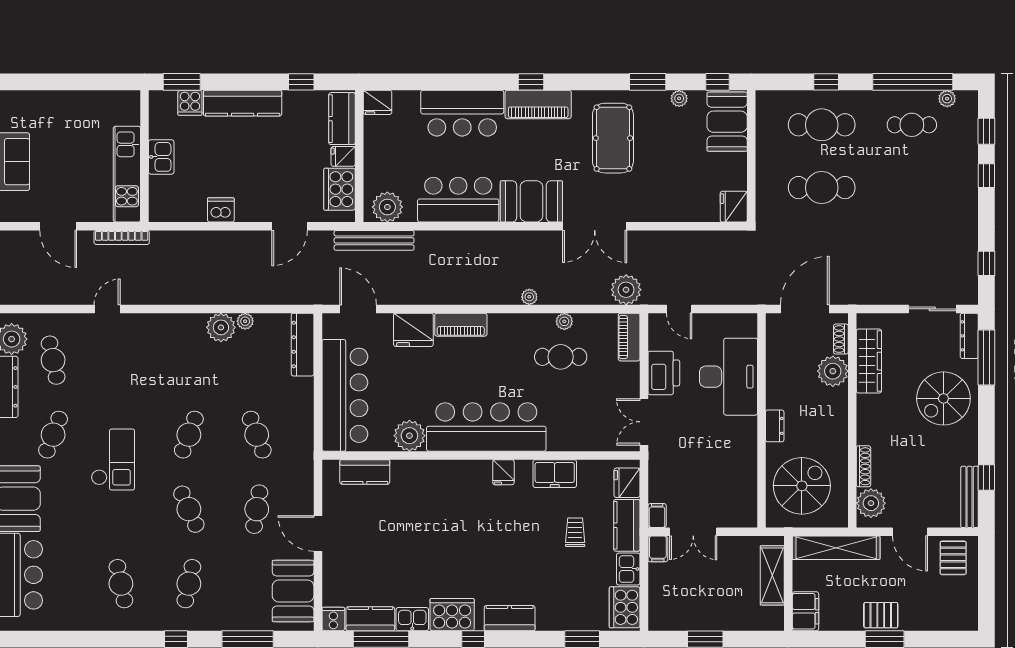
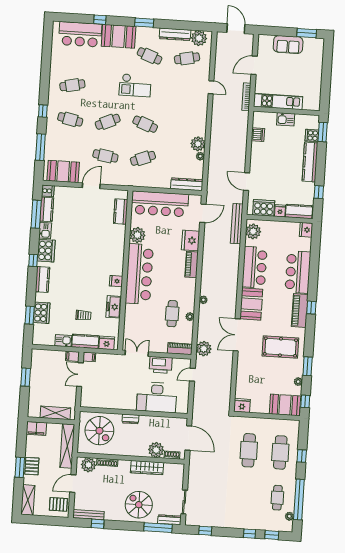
dishwasher: (221, 210) -> (258, 135), moved
wardrobe: (869, 361) -> (147, 468), moved
cooker: (625, 607) -> (42, 313), moved, turned 90
shelving: (948, 619) -> (28, 500), added

